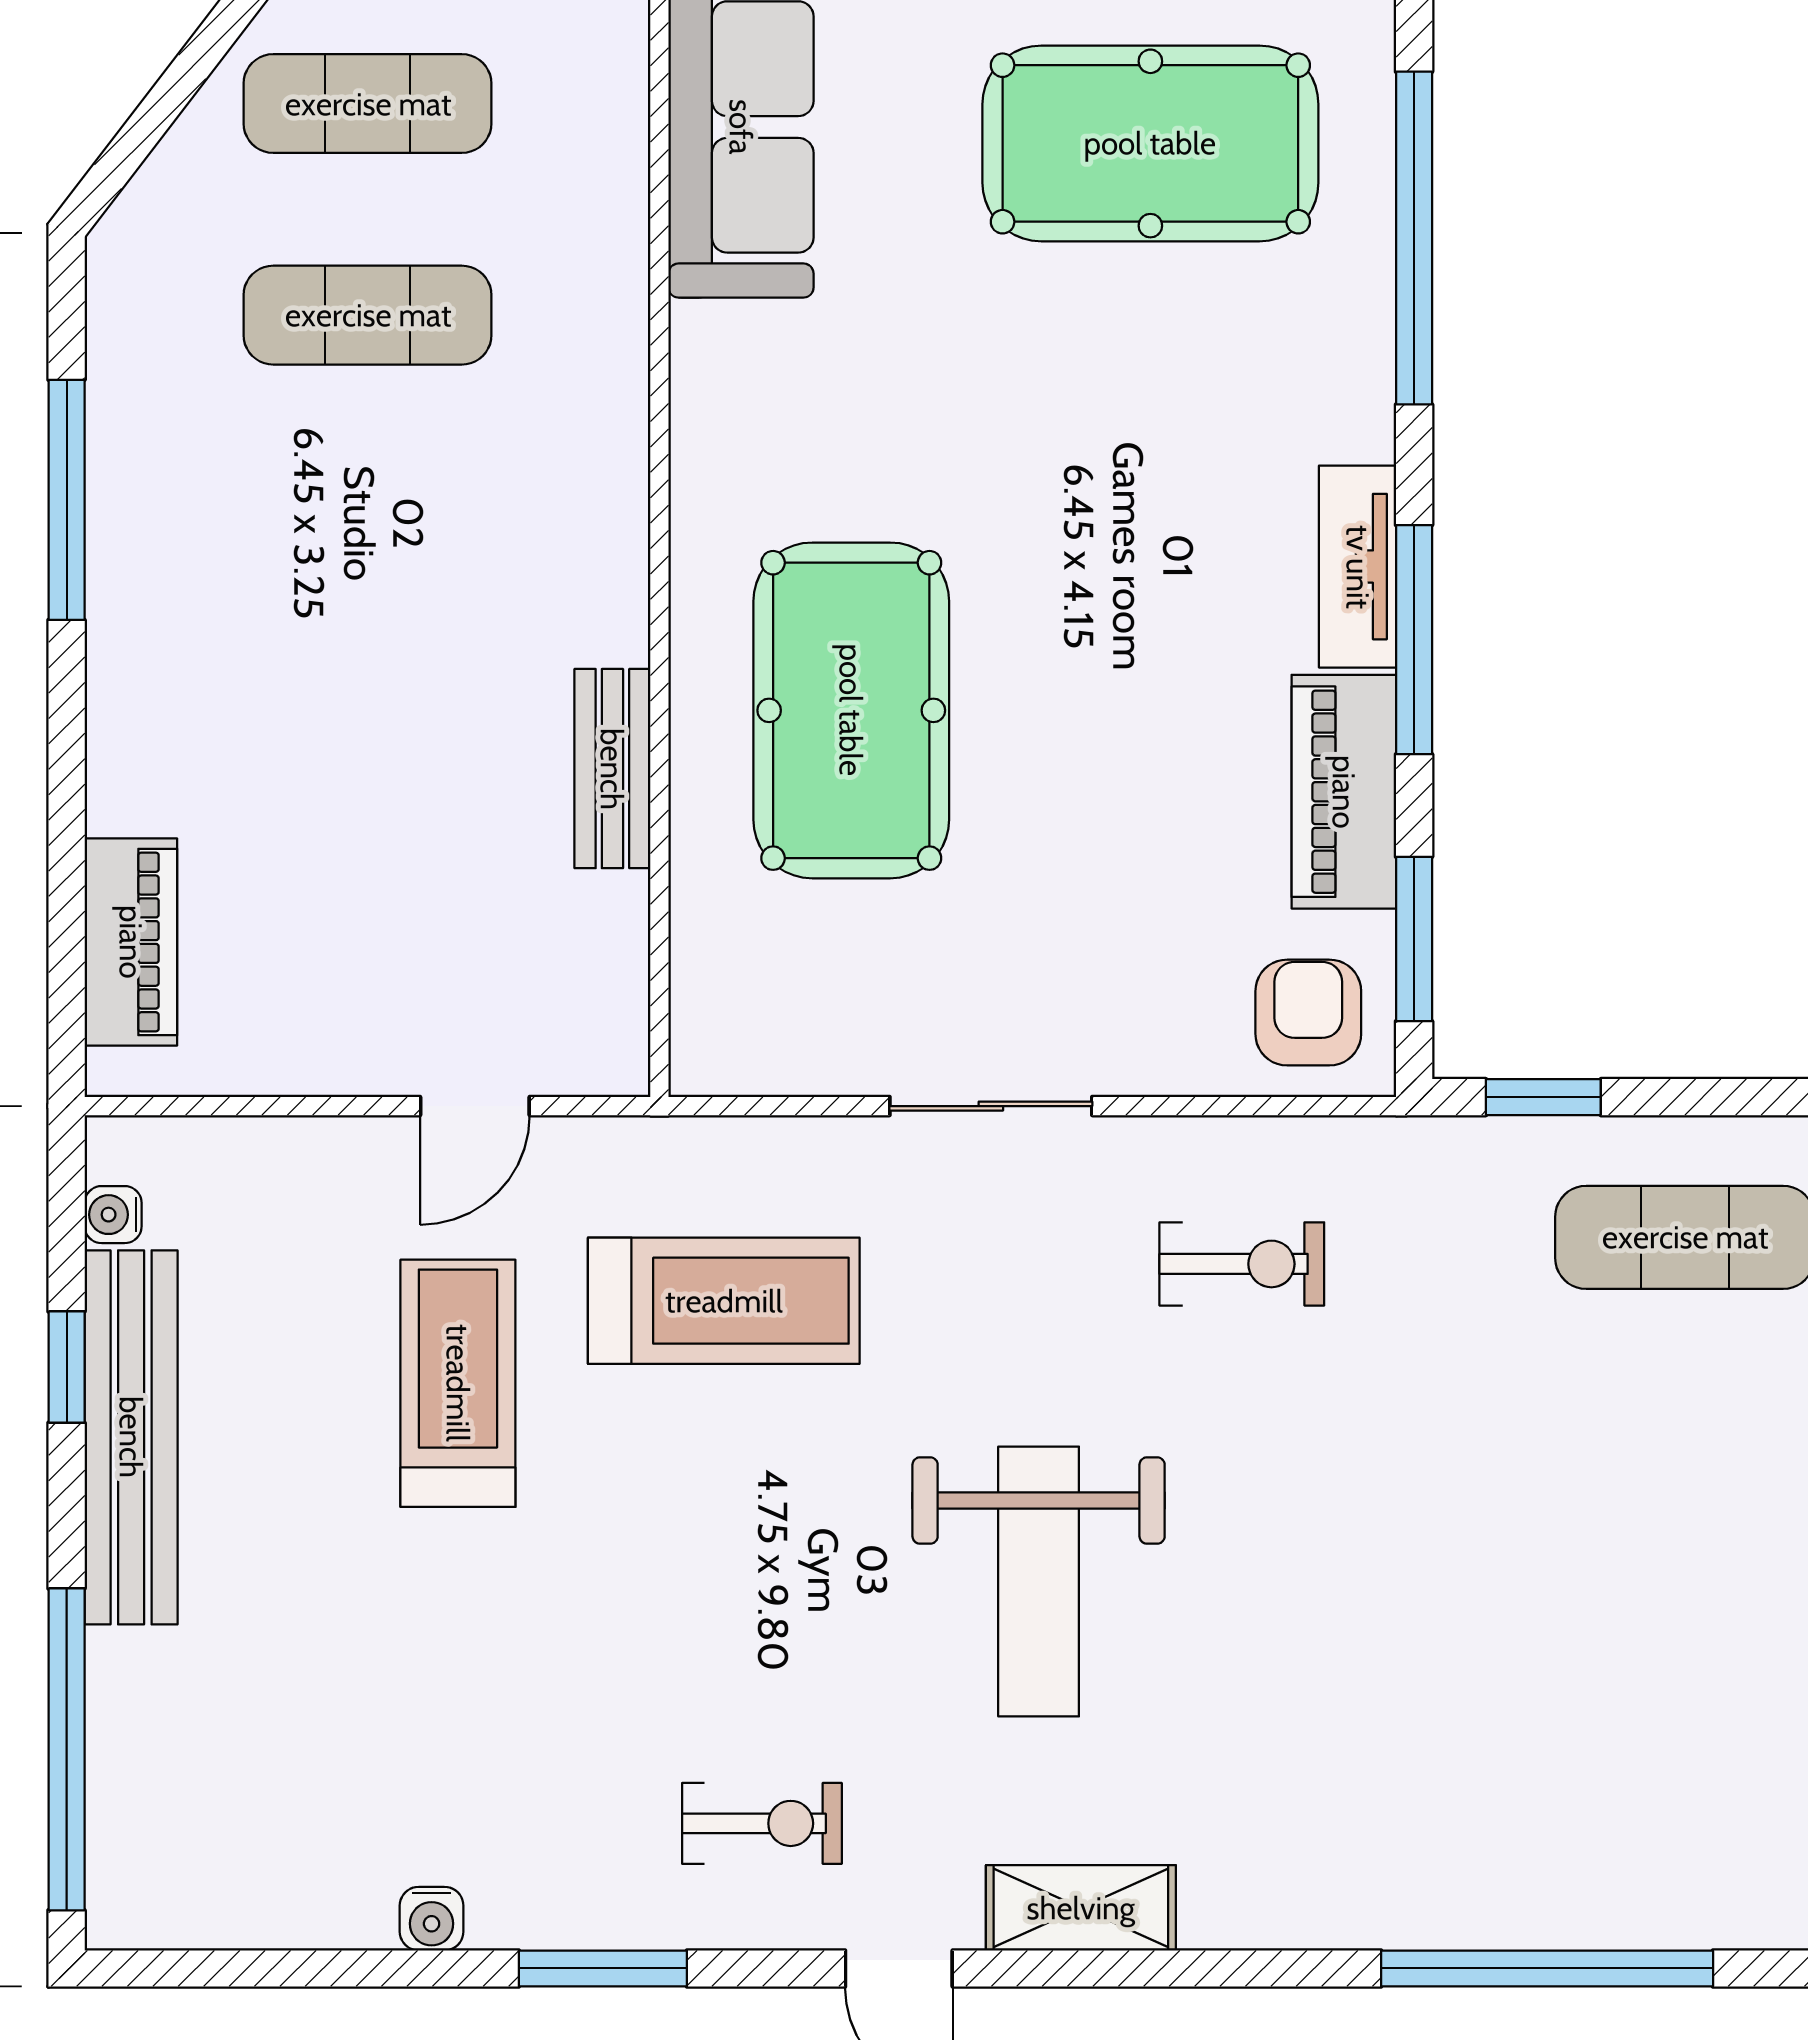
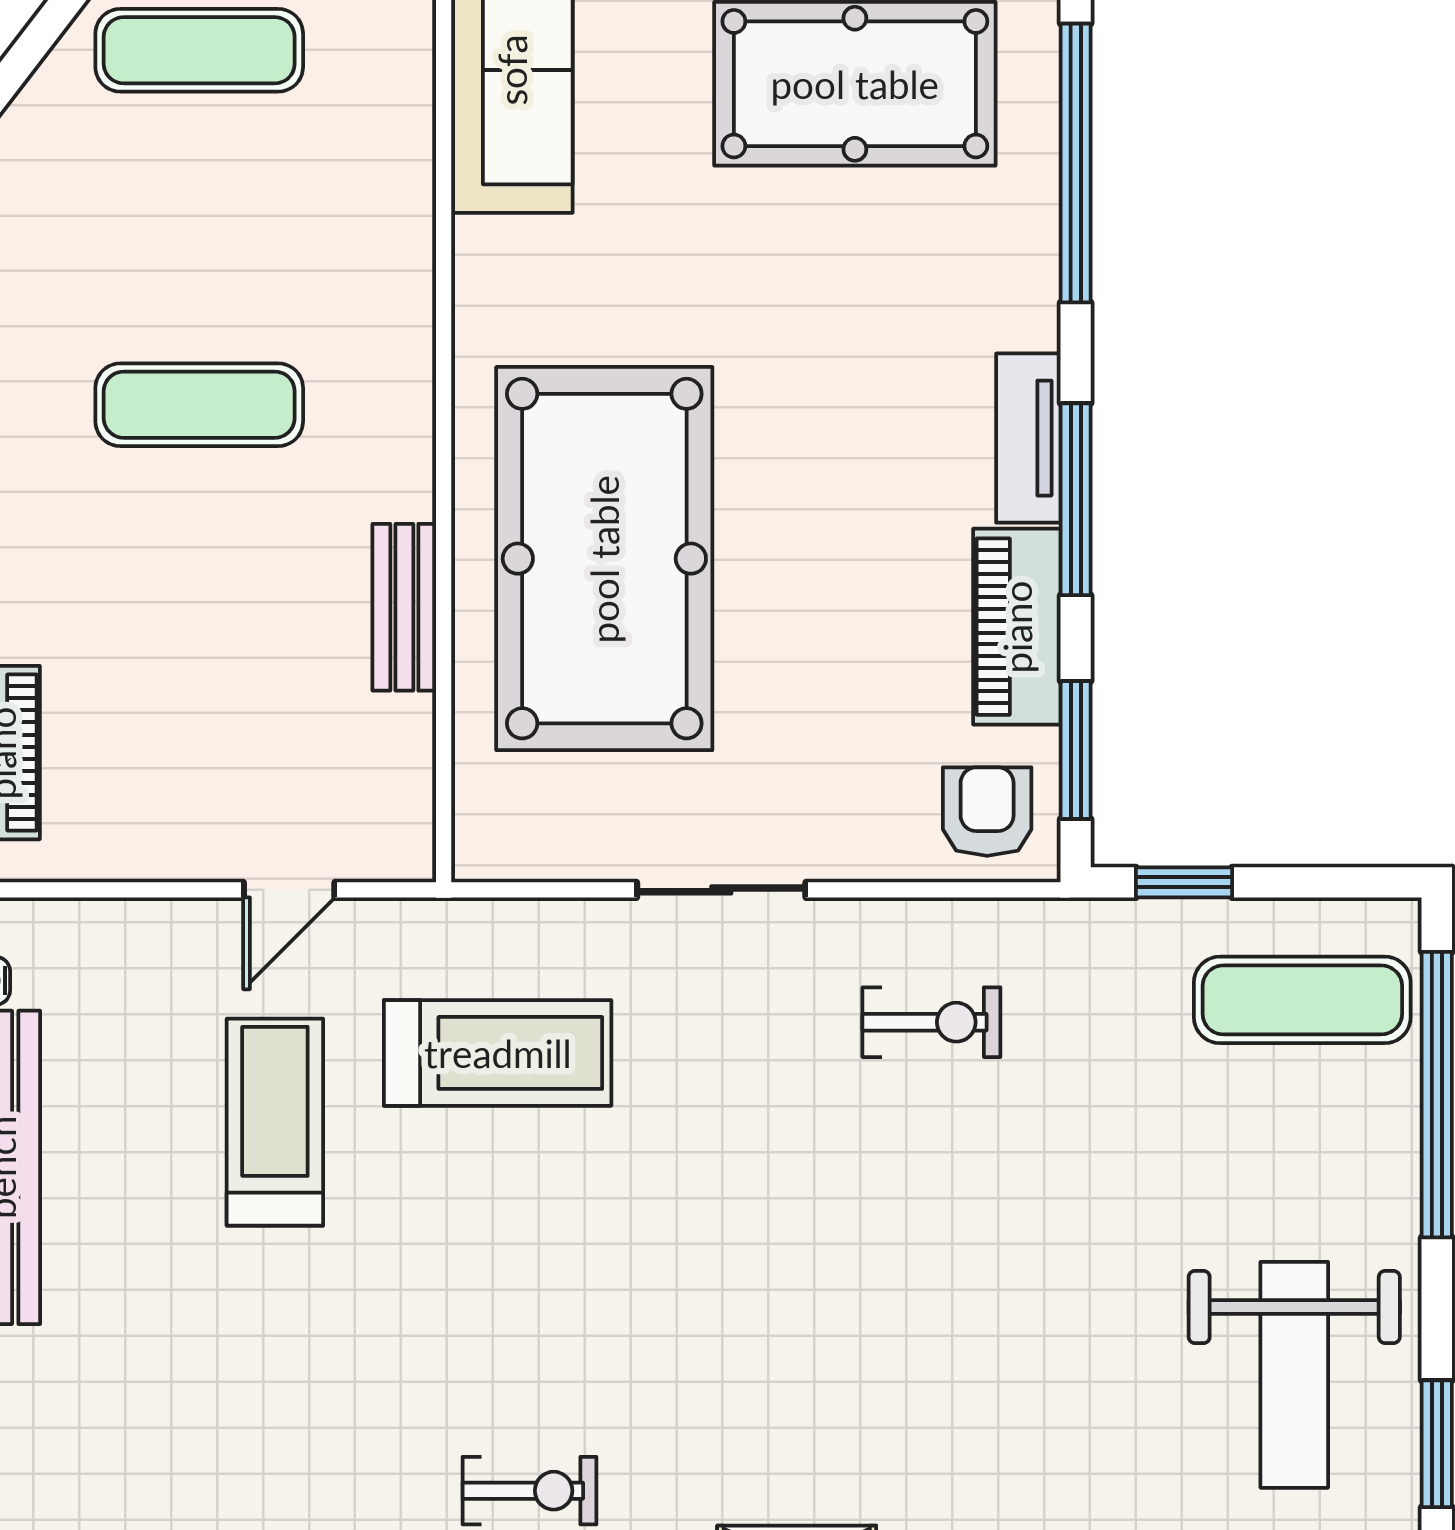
exercise mat: (368, 315) -> (199, 405), moved
pool table: (851, 710) -> (604, 559), width x1.36, depth x1.32
weight bench: (1039, 1581) -> (1294, 1375), moved

